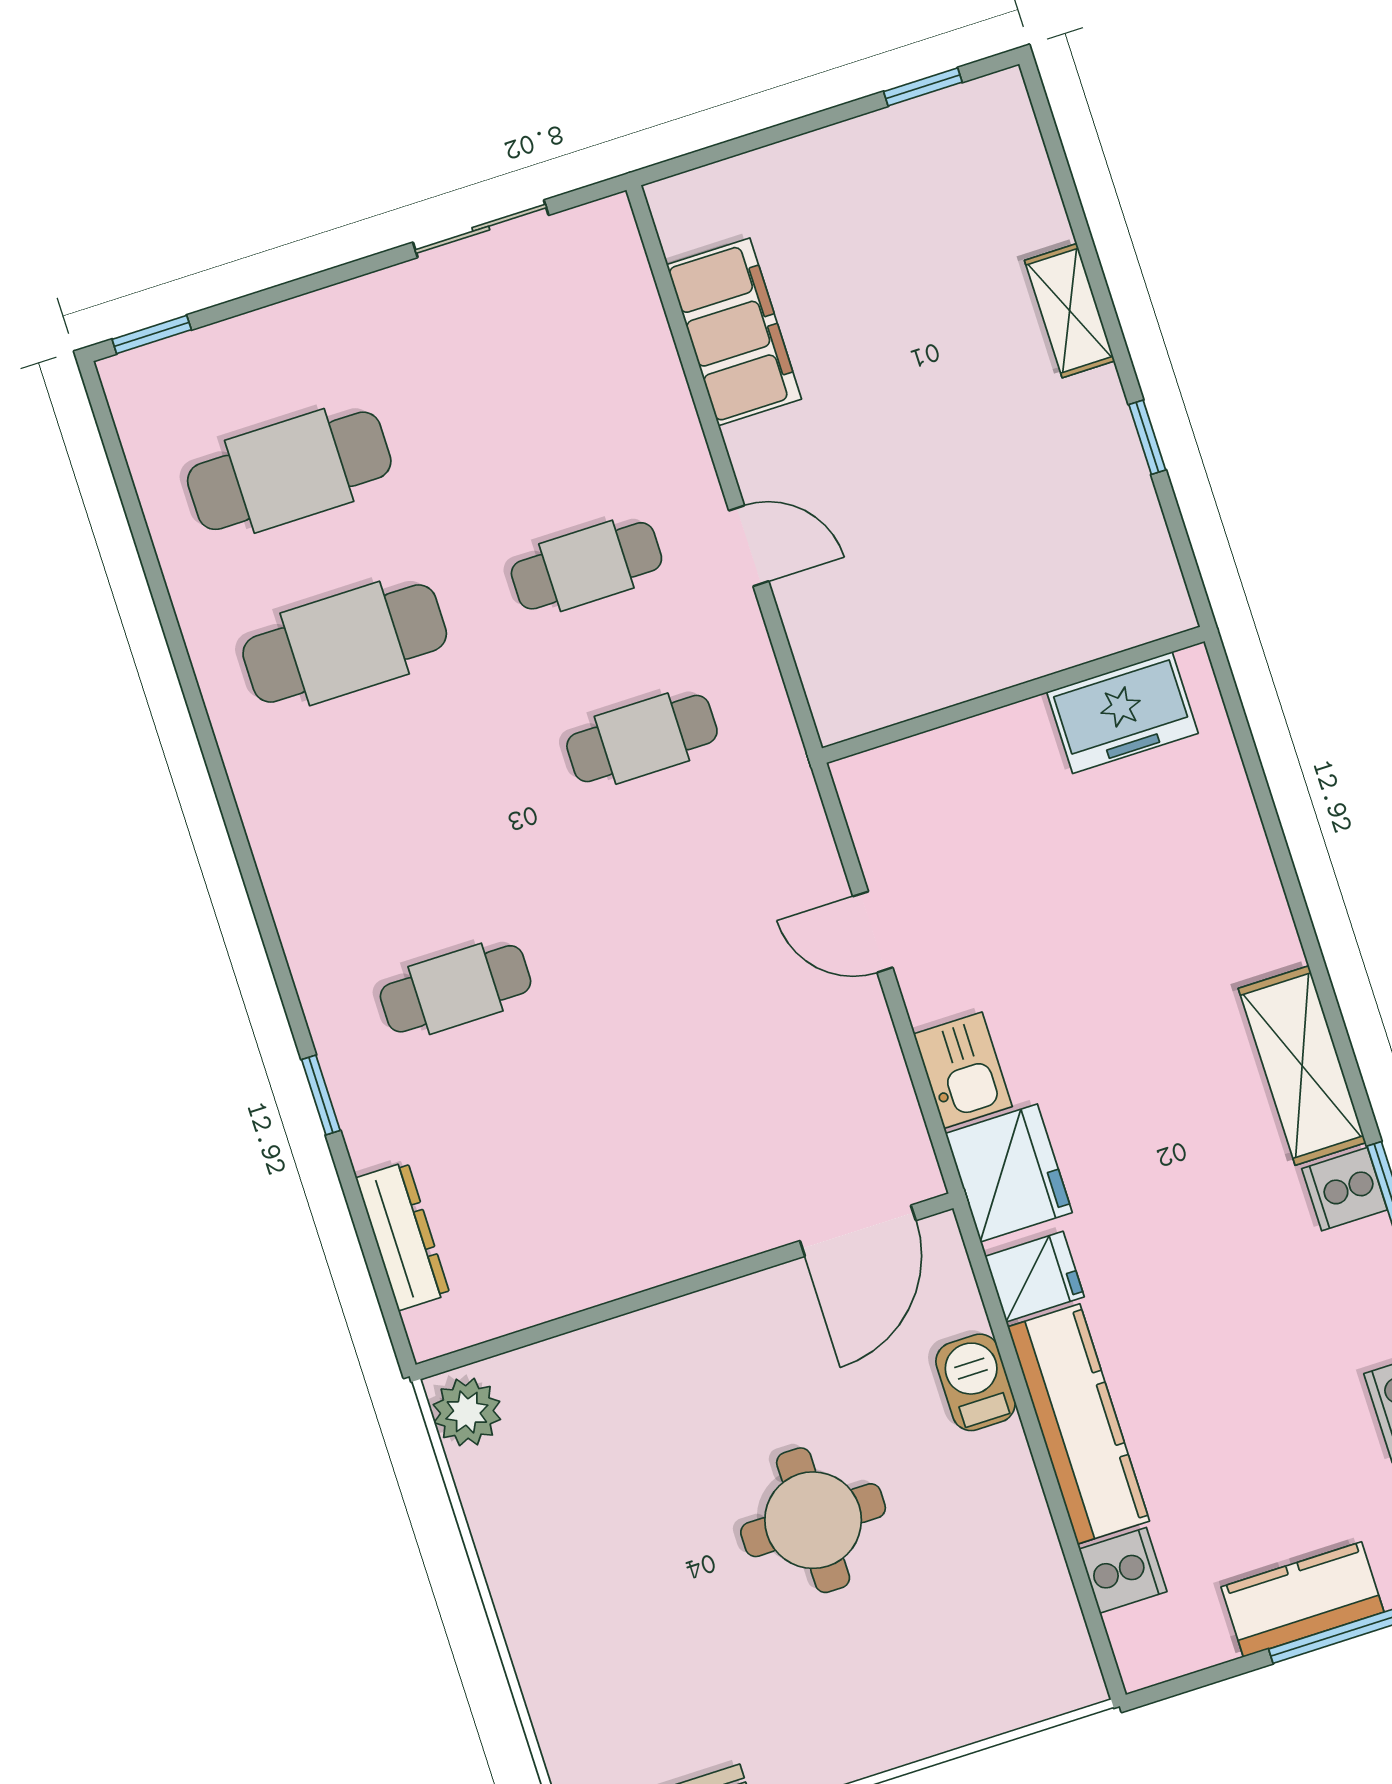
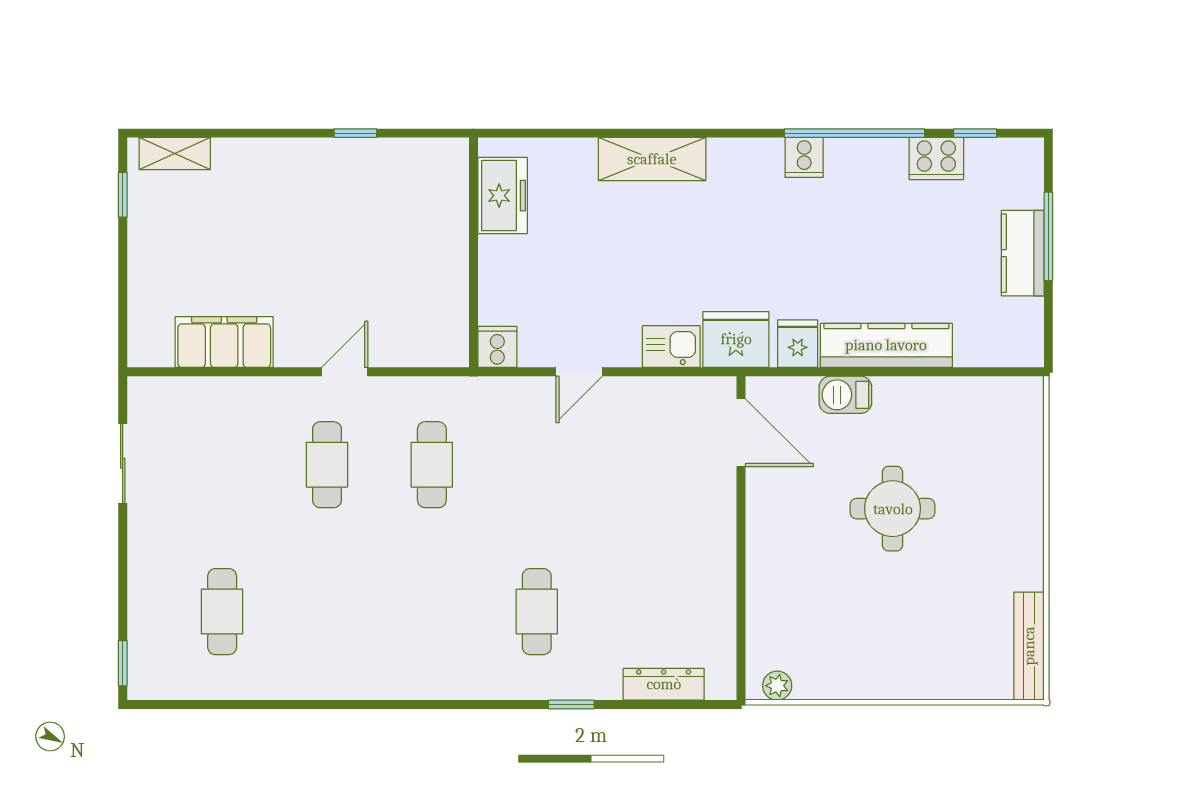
shelving: (1070, 311) -> (175, 154), moved
cafe table: (289, 471) -> (222, 612), width x0.73, depth x0.74
cafe table: (345, 644) -> (327, 612), removed
shelving: (1302, 1065) -> (652, 159), moved
plant: (467, 1412) -> (777, 686), width x0.73, depth x0.73
cooker: (1123, 1570) -> (497, 347), moved

